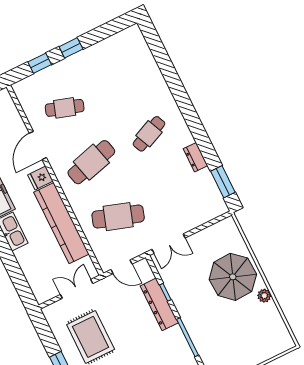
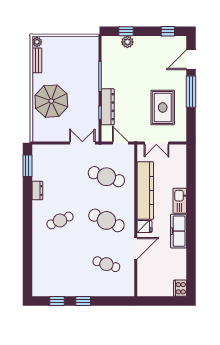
window: (40, 63) -> (57, 301), moved
cafe table: (91, 162) -> (106, 220), turned 39
plant: (264, 296) -> (37, 42), moved
bench: (276, 319) -> (37, 60), added

